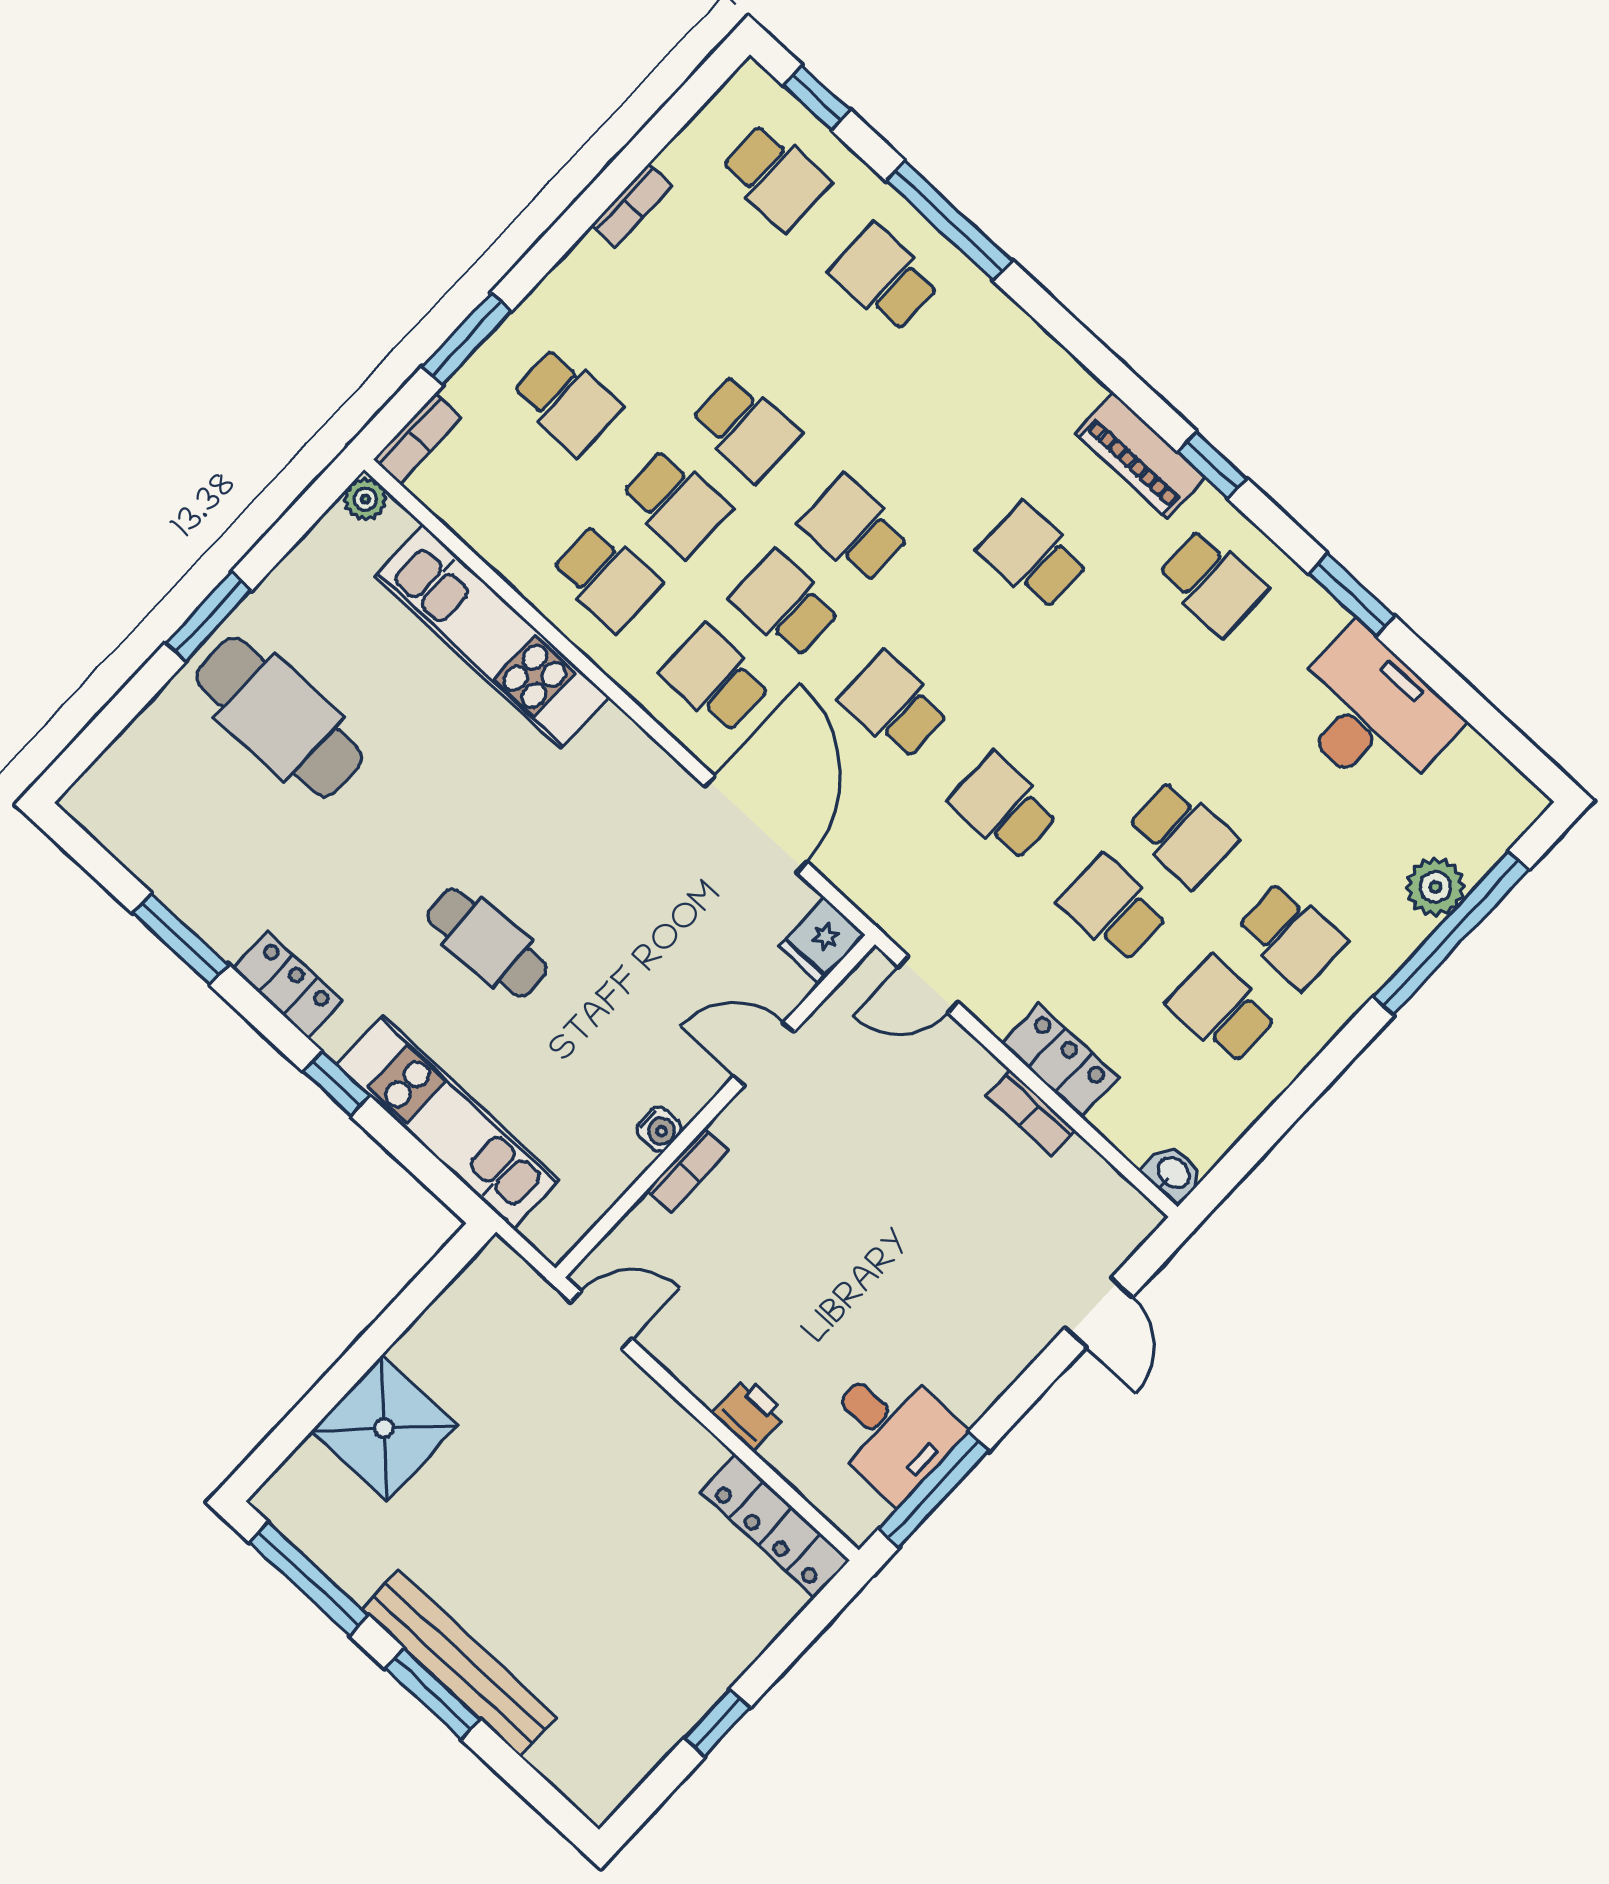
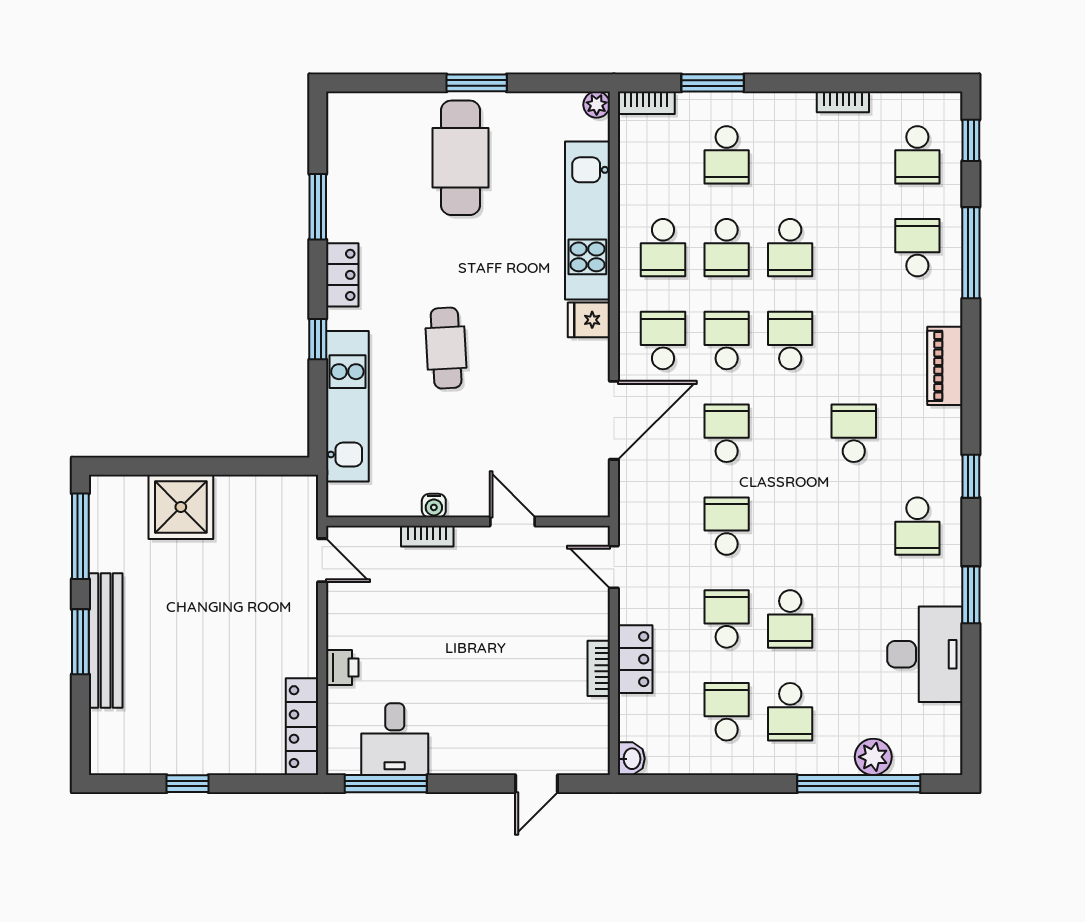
piano: (1140, 455) -> (945, 366), moved
fridge: (822, 940) -> (589, 320), moved

